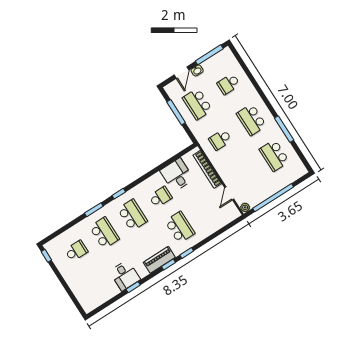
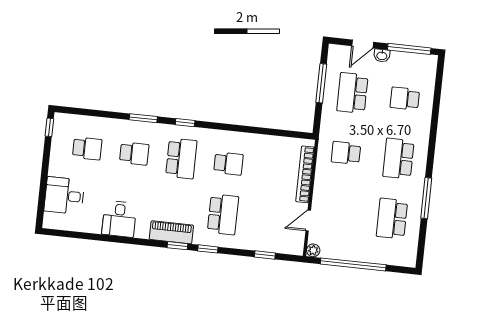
desk: (177, 175) -> (64, 196), moved, turned -90
school desk: (104, 233) -> (134, 153), width x0.54
window: (133, 287) -> (265, 255), moved

